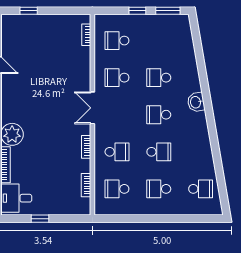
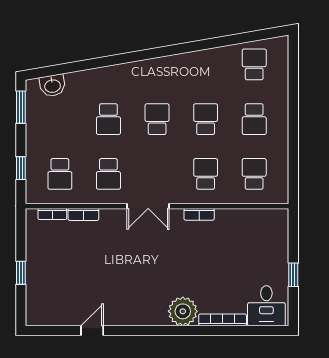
window: (29, 11) -> (21, 273), moved
window: (137, 11) -> (21, 168), moved
washbasin: (196, 102) -> (52, 86), moved
school desk: (159, 115) -> (157, 119), turned 180
bookcase: (86, 185) -> (83, 214), moved
school desk: (117, 189) -> (254, 174), turned 180

